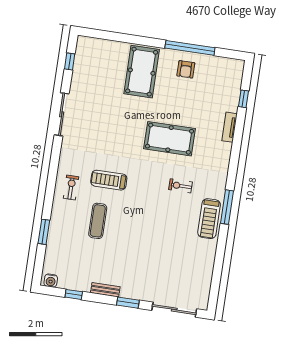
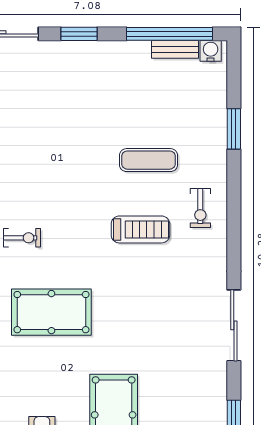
exercise mat: (98, 221) -> (148, 160), turned 90
bench: (105, 290) -> (175, 49), moved
window: (74, 294) -> (170, 34), width x3.17

